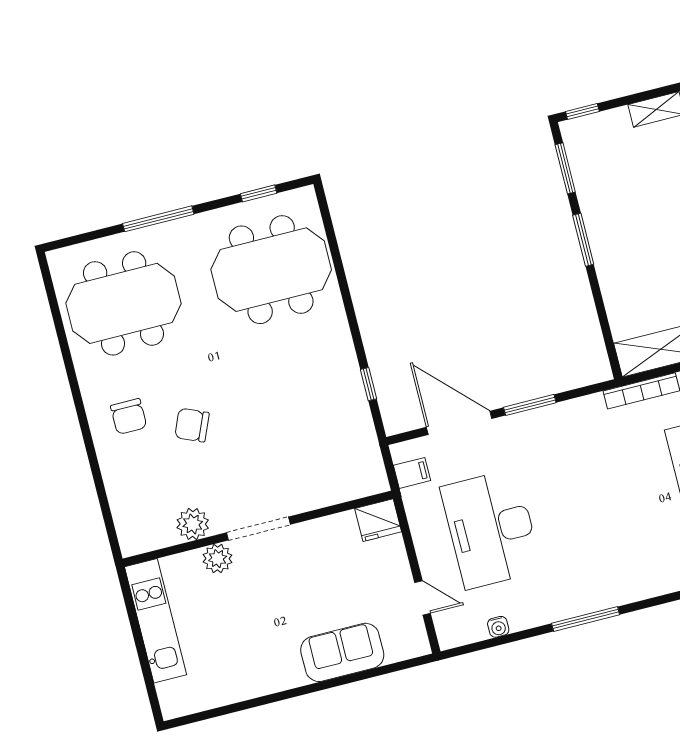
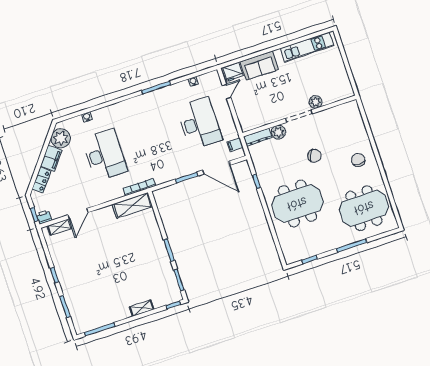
meeting table: (271, 270) -> (297, 204), moved
chair: (192, 425) -> (314, 156), moved
dresser: (358, 486) -> (258, 137), added
fridge: (378, 520) -> (233, 72), moved, turned 180
plant: (193, 524) -> (278, 132), moved
door: (423, 598) -> (227, 92), swing flipped
kitchen unit: (156, 621) -> (307, 47), moved, turned -90

